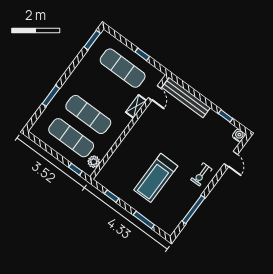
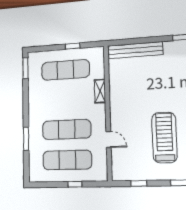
door: (155, 93) -> (109, 139), moved
plant: (94, 162) -> (101, 165), removed
window: (75, 169) -> (75, 184), moved
treadmill: (156, 178) -> (164, 137), turned 180

